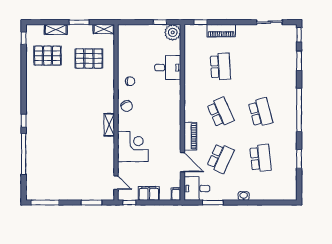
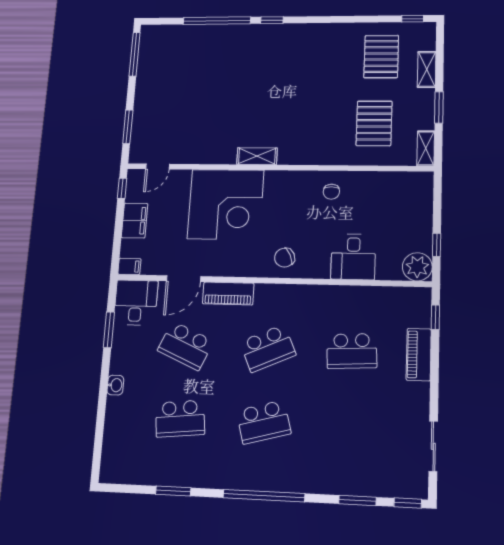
chair: (127, 106) -> (285, 258), moved
corner desk: (133, 147) -> (226, 204), width x1.36, depth x1.36

